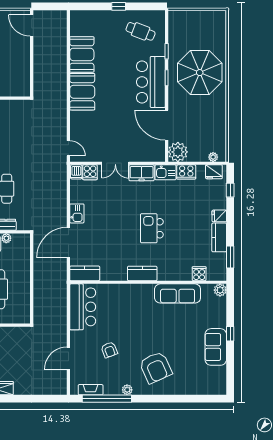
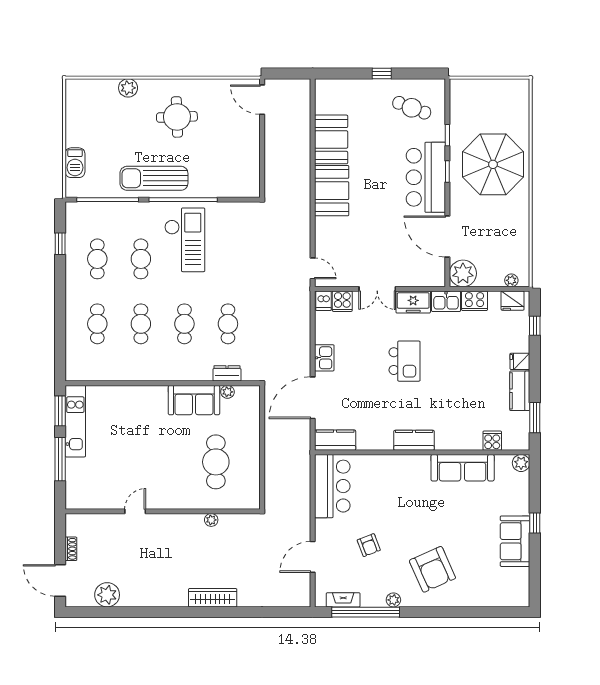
kitchen island: (152, 228) -> (405, 361), moved, turned 180

